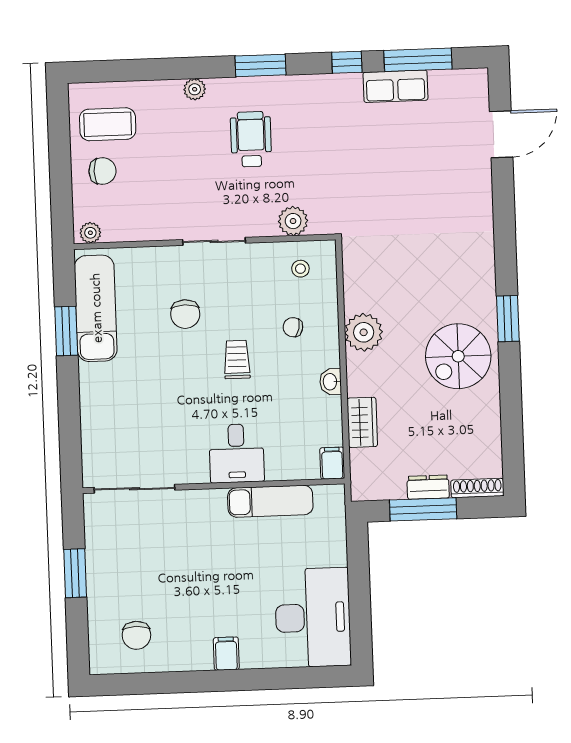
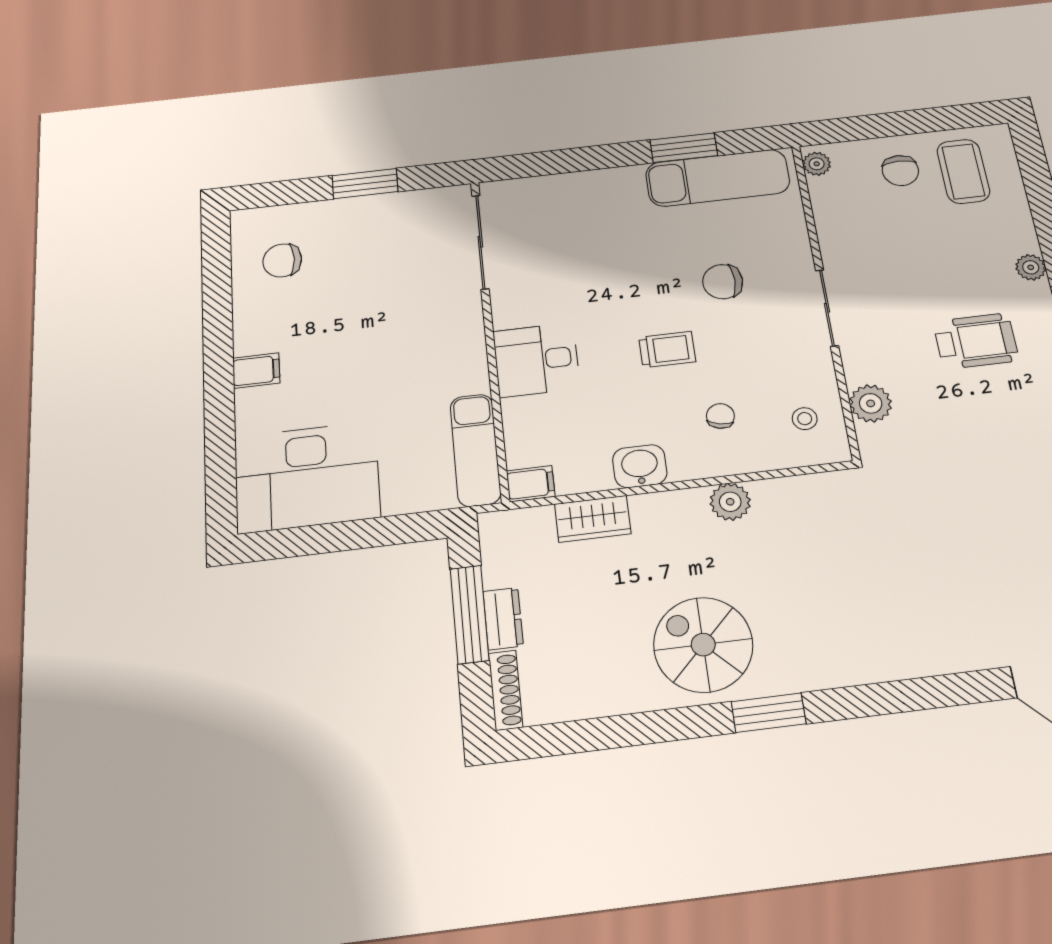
plant: (364, 332) -> (730, 502), width x0.73, depth x0.73
washbasin: (331, 382) -> (640, 466), width x1.38, depth x1.45
exam couch: (270, 501) -> (475, 450), moved

